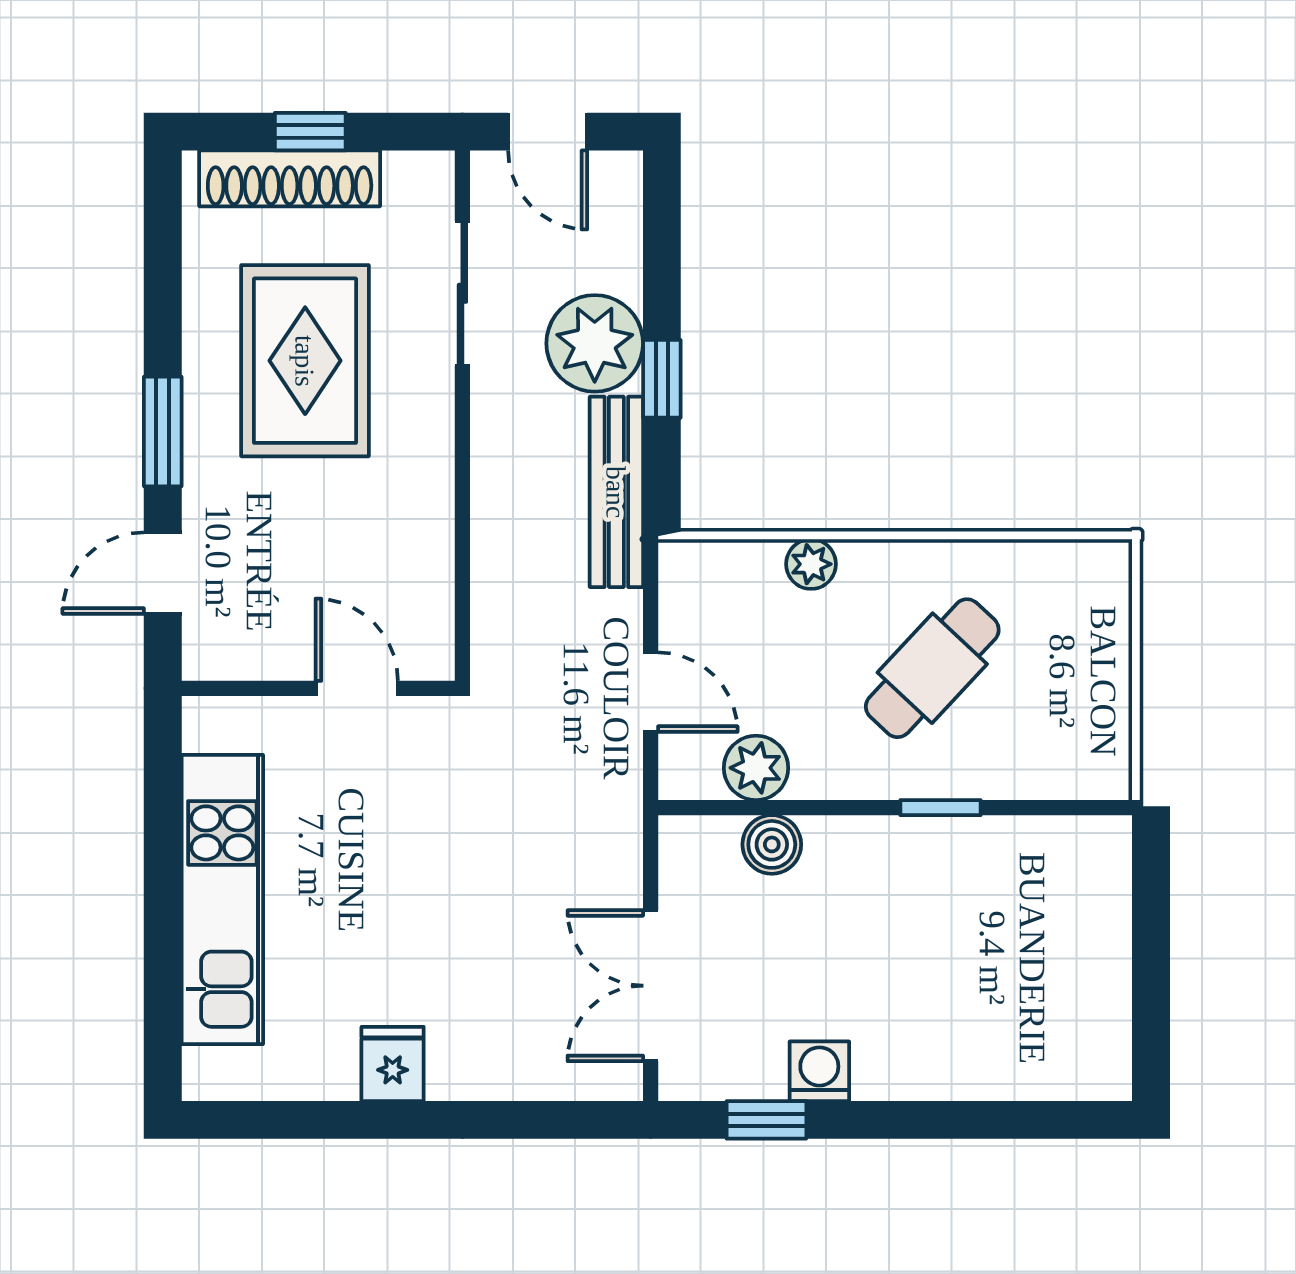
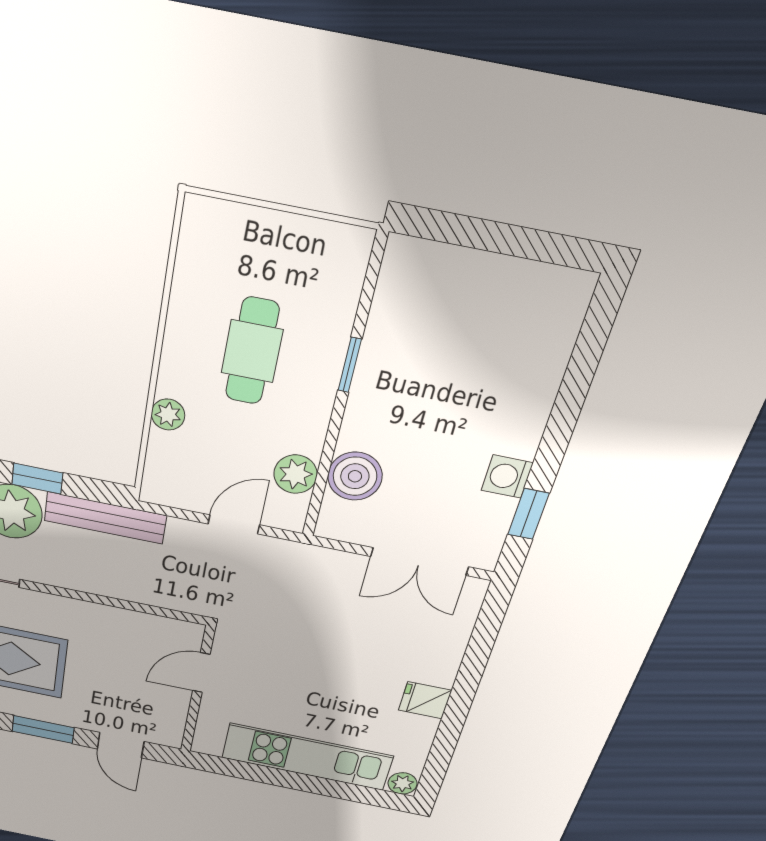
cafe table: (932, 668) -> (252, 351), turned 47
boiler: (772, 844) -> (355, 476), width x1.36, depth x1.36
plant: (206, 1074) -> (402, 783), added

